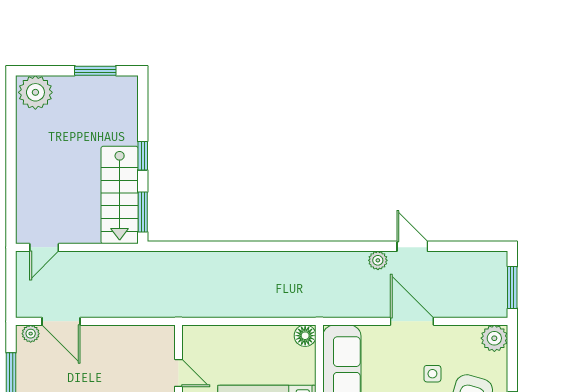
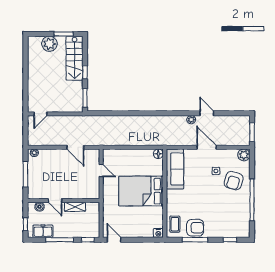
plant: (35, 92) -> (49, 44), moved
stairs: (120, 195) -> (75, 58), moved
door: (61, 321) -> (75, 147), moved

